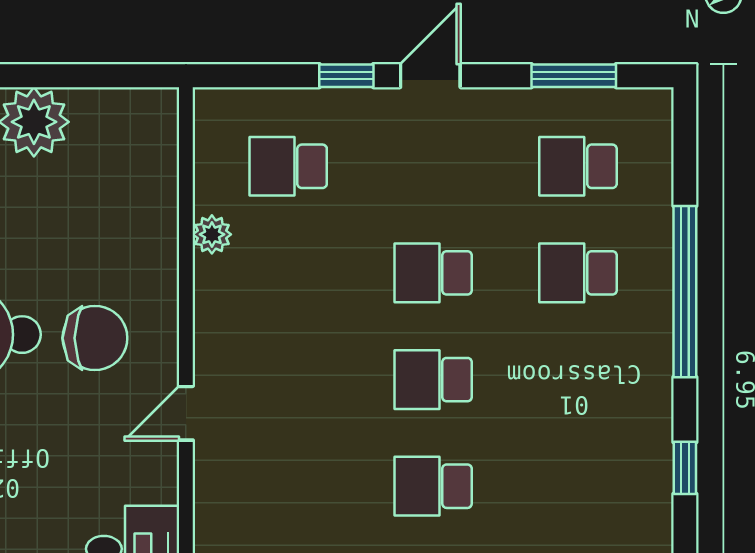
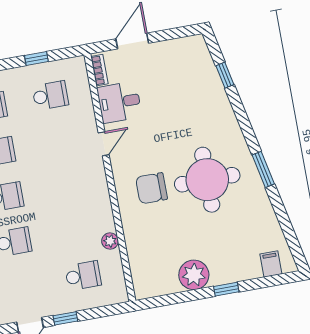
door: (186, 413) -> (104, 144), moved

